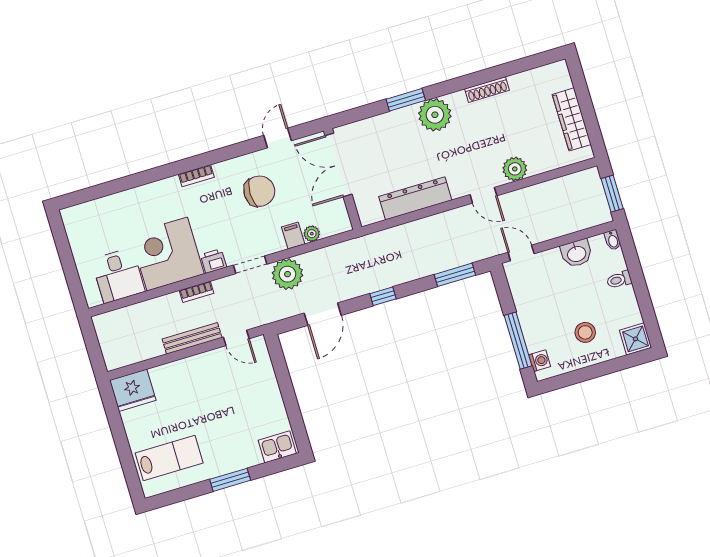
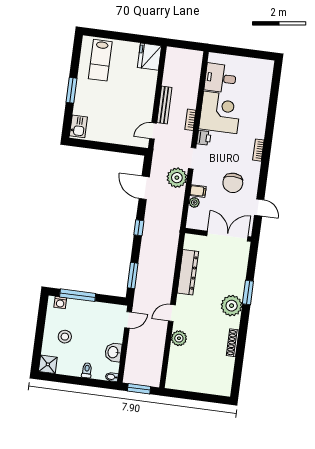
wardrobe: (572, 119) -> (193, 384), removed

